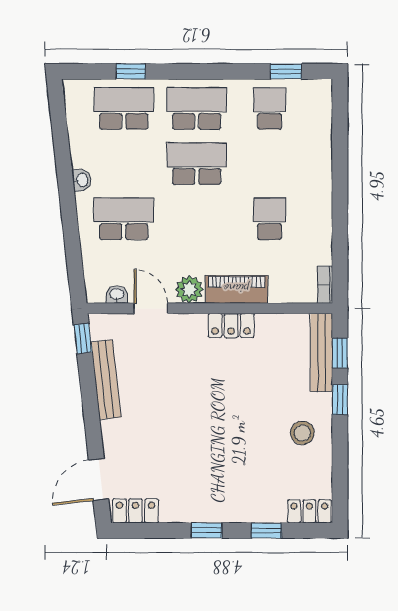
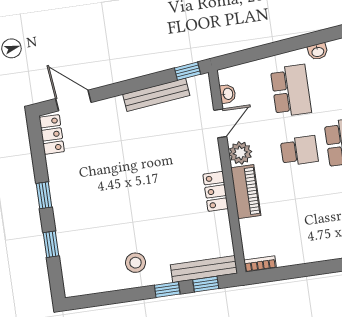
school desk: (270, 219) -> (299, 151), moved
locker: (309, 511) -> (72, 278), removed

